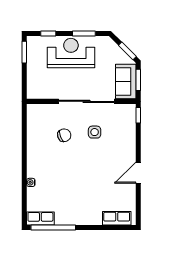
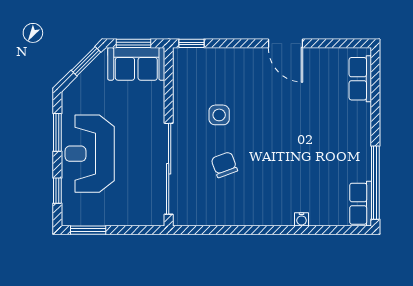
sliding door: (87, 101) -> (169, 169), moved

